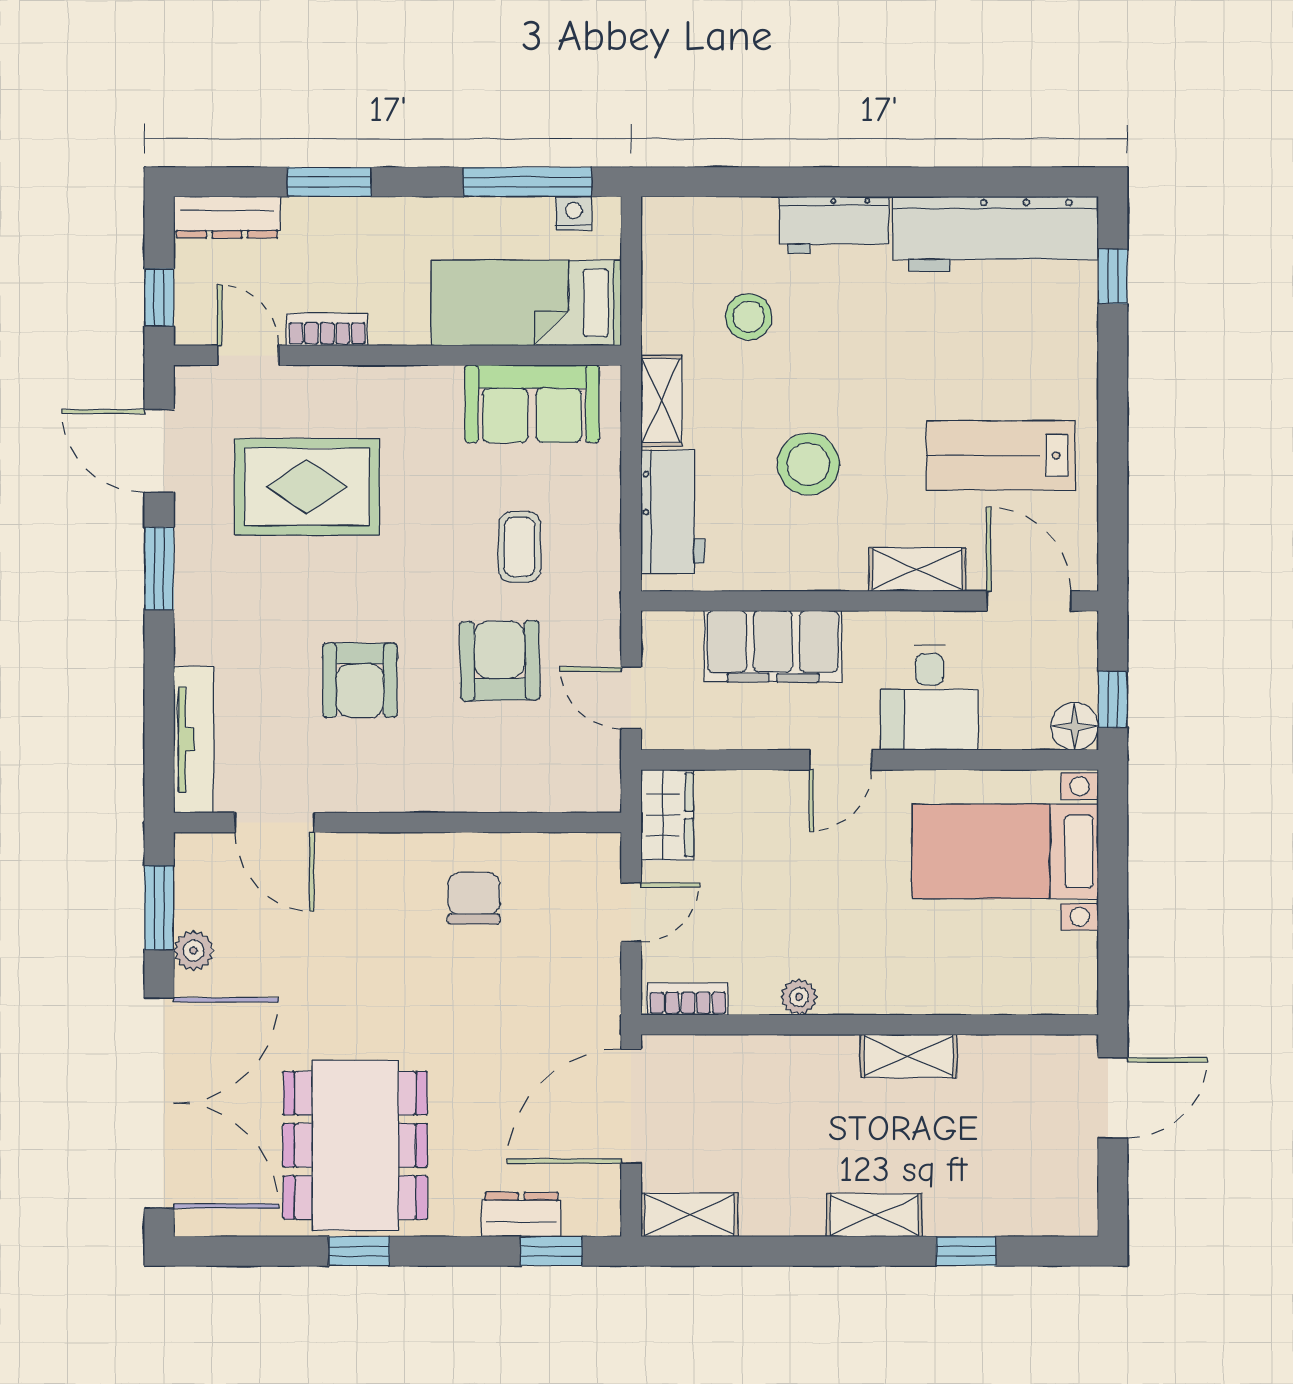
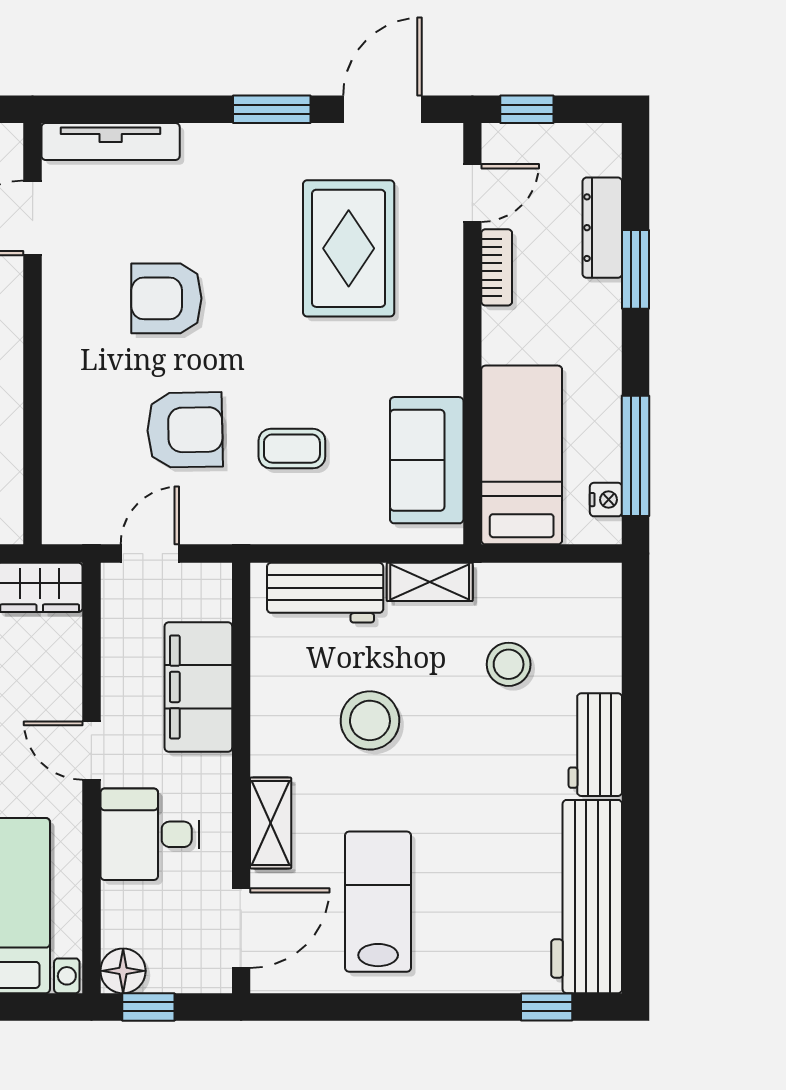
dresser: (227, 217) -> (602, 228), moved

